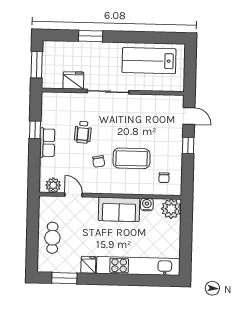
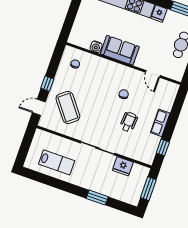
lab bench: (149, 61) -> (57, 162), width x0.73, depth x0.72
door: (189, 116) -> (39, 107), hinge flipped
window: (35, 130) -> (163, 148), moved
coffee table: (132, 158) -> (68, 107), moved, turned 52
plant: (53, 185) -> (167, 87), removed
plant: (171, 209) -> (78, 37), removed

